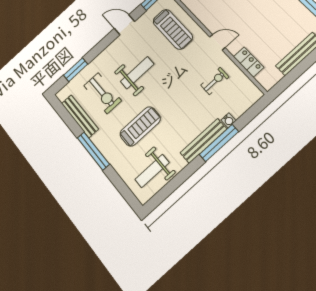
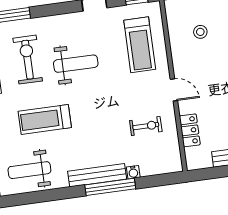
exercise bike: (103, 93) -> (28, 60), turned 180
treadmill: (140, 126) -> (45, 119), turned 180

